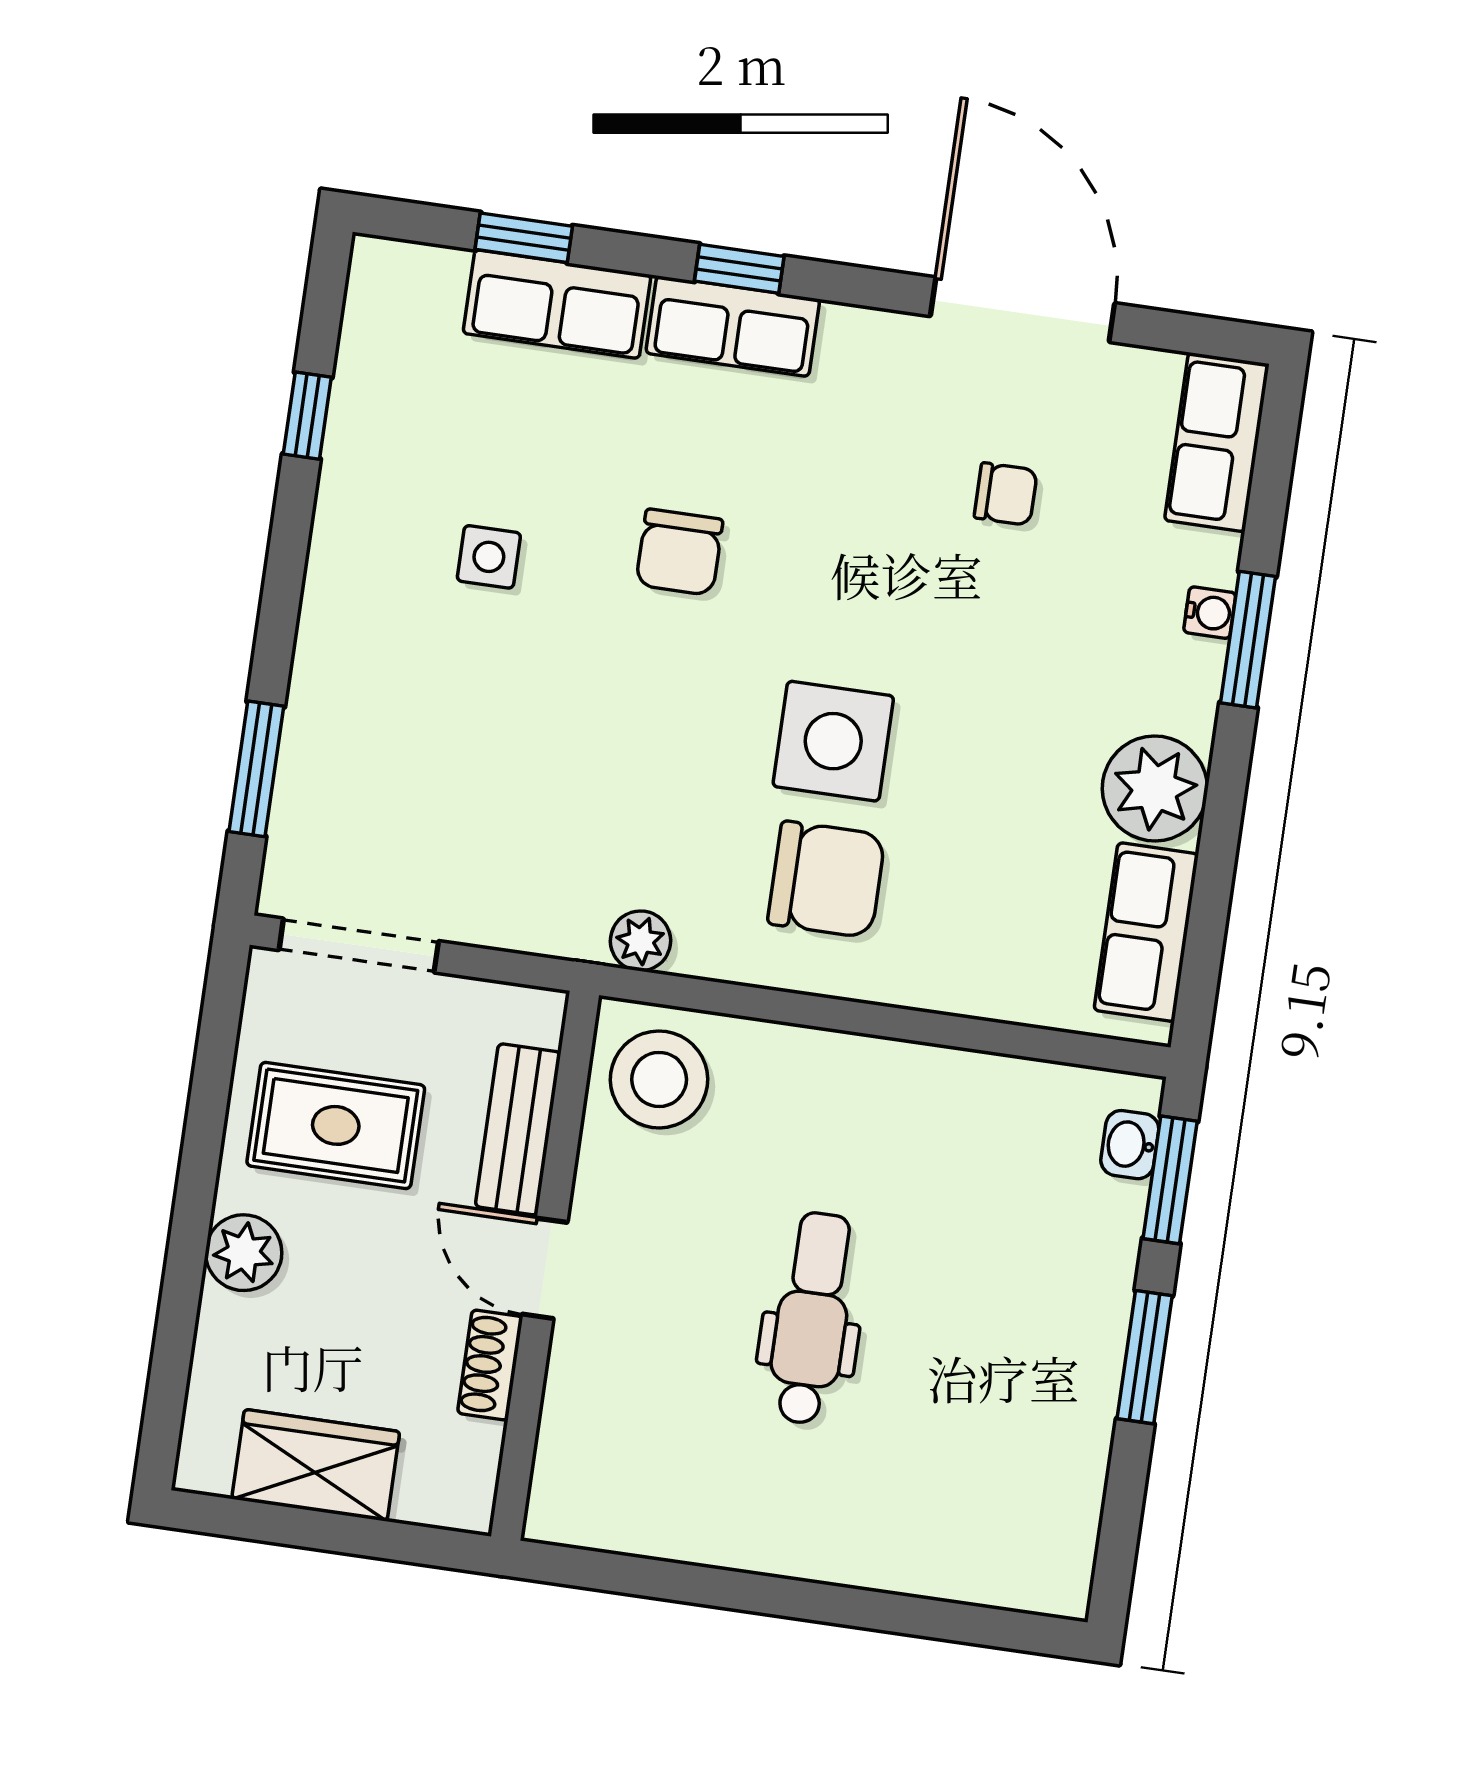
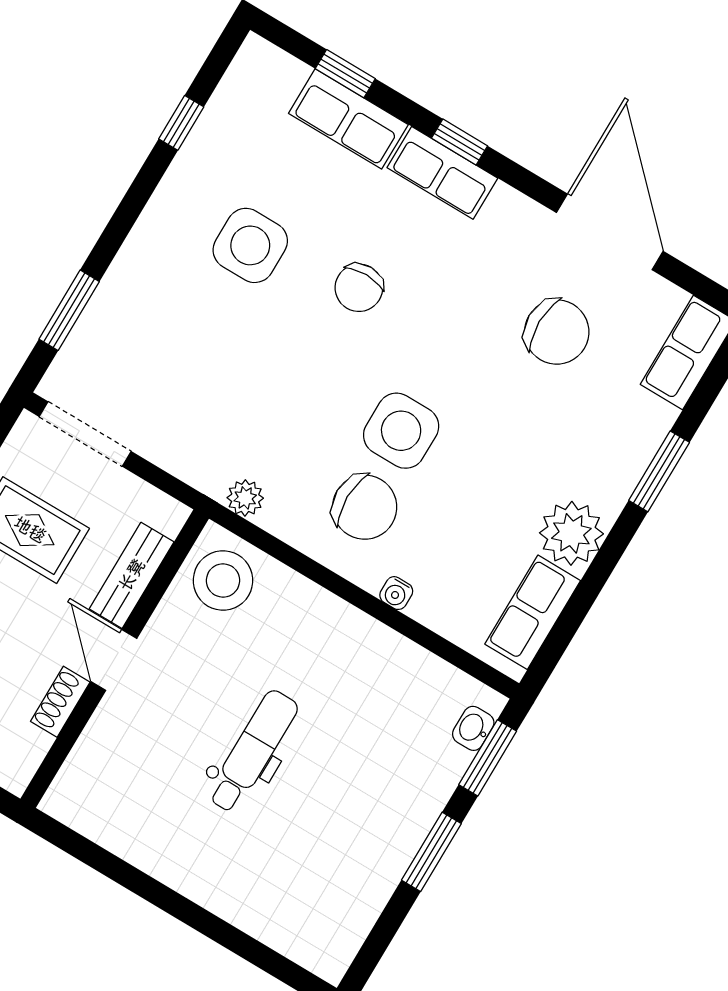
chair: (1006, 494) -> (557, 332), width x1.87, depth x1.87
side table: (489, 557) -> (250, 245), width x1.87, depth x1.87
water cooler: (1210, 613) -> (396, 593), moved, turned 90

